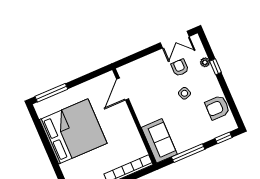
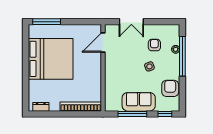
double door: (175, 40) -> (131, 22), moved
window: (216, 67) -> (182, 56), width x3.17
armchair: (217, 107) -> (170, 88), turned 90
sofa: (159, 141) -> (139, 102), moved, turned -90

